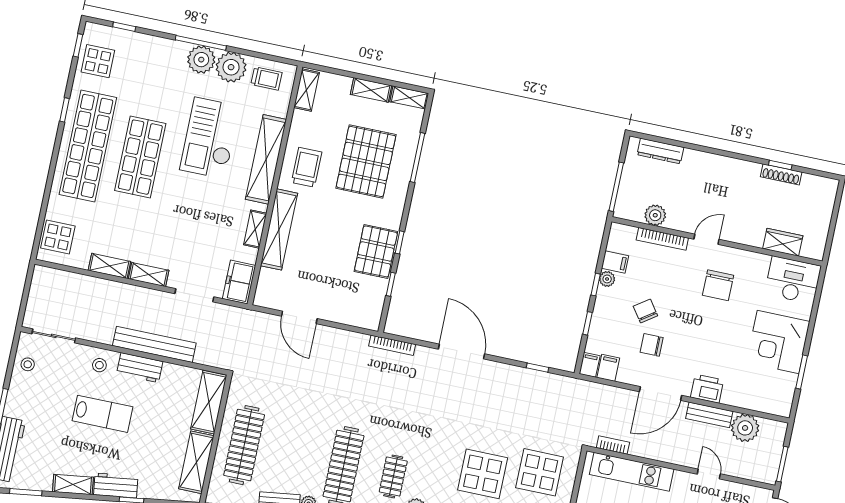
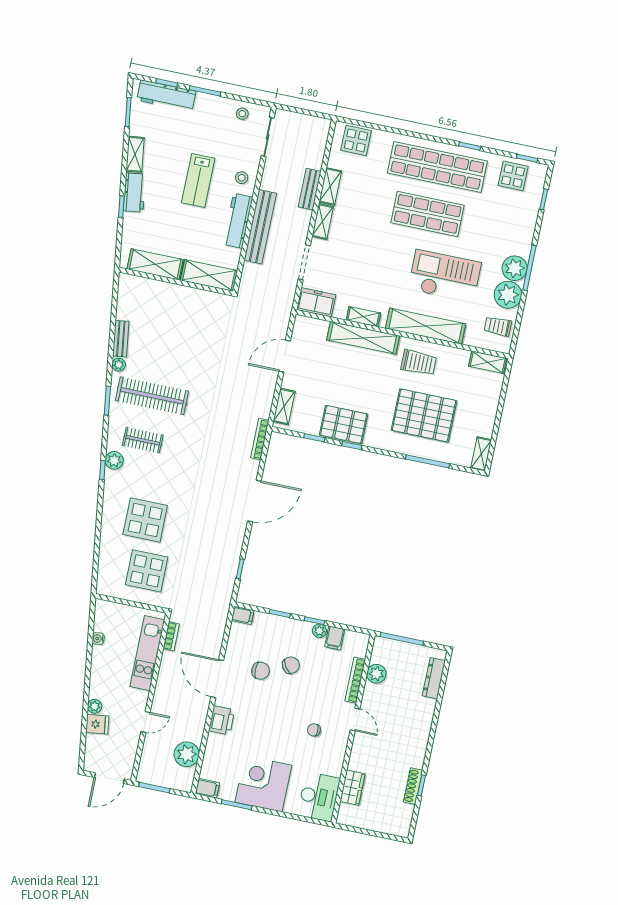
trolley: (266, 78) -> (498, 326), turned 90
shelving: (371, 90) -> (284, 406), moved
chair: (718, 285) -> (314, 730), width x0.54, depth x0.54
chair: (652, 345) -> (261, 671), turned 90
workbench: (140, 368) -> (238, 221), width x1.38
filing cabinet: (608, 368) -> (207, 788), moved
bench: (709, 415) -> (310, 189), moved
clothes rail: (244, 445) -> (171, 307), removed

